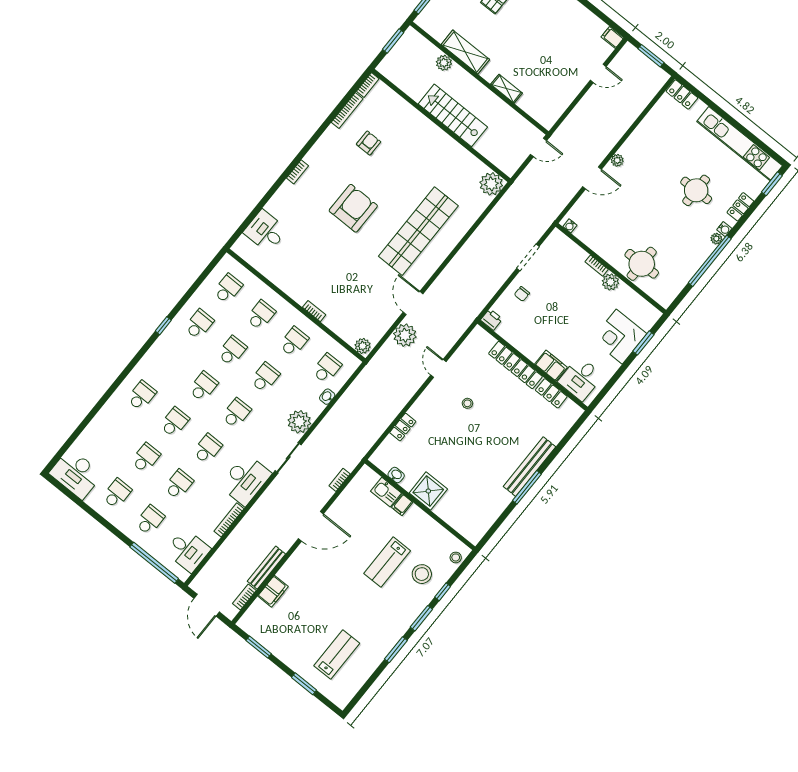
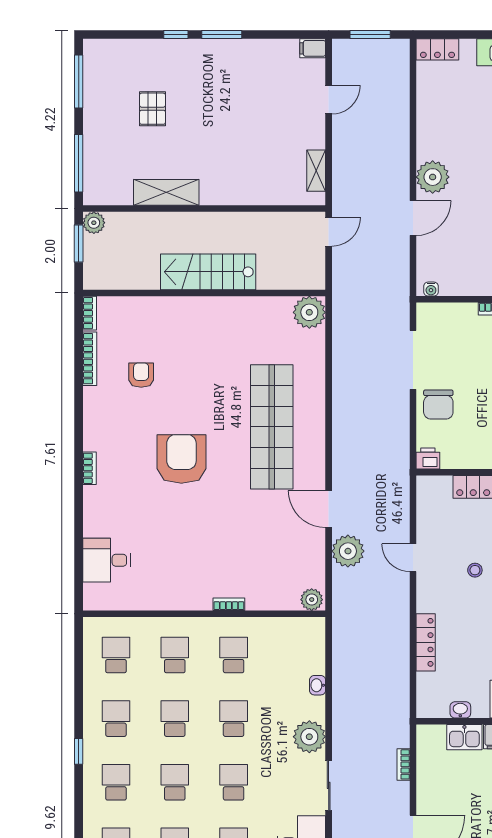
plant: (444, 63) -> (94, 223), moved
shelving: (507, 89) -> (316, 171), moved, turned 90
plant: (617, 160) -> (433, 177), width x1.87, depth x1.87
doorway: (528, 257) -> (413, 360), width x1.36
chair: (522, 294) -> (438, 404), width x1.87, depth x1.87
school desk: (327, 368) -> (116, 782), moved
locker: (403, 427) -> (426, 642), width x1.53

